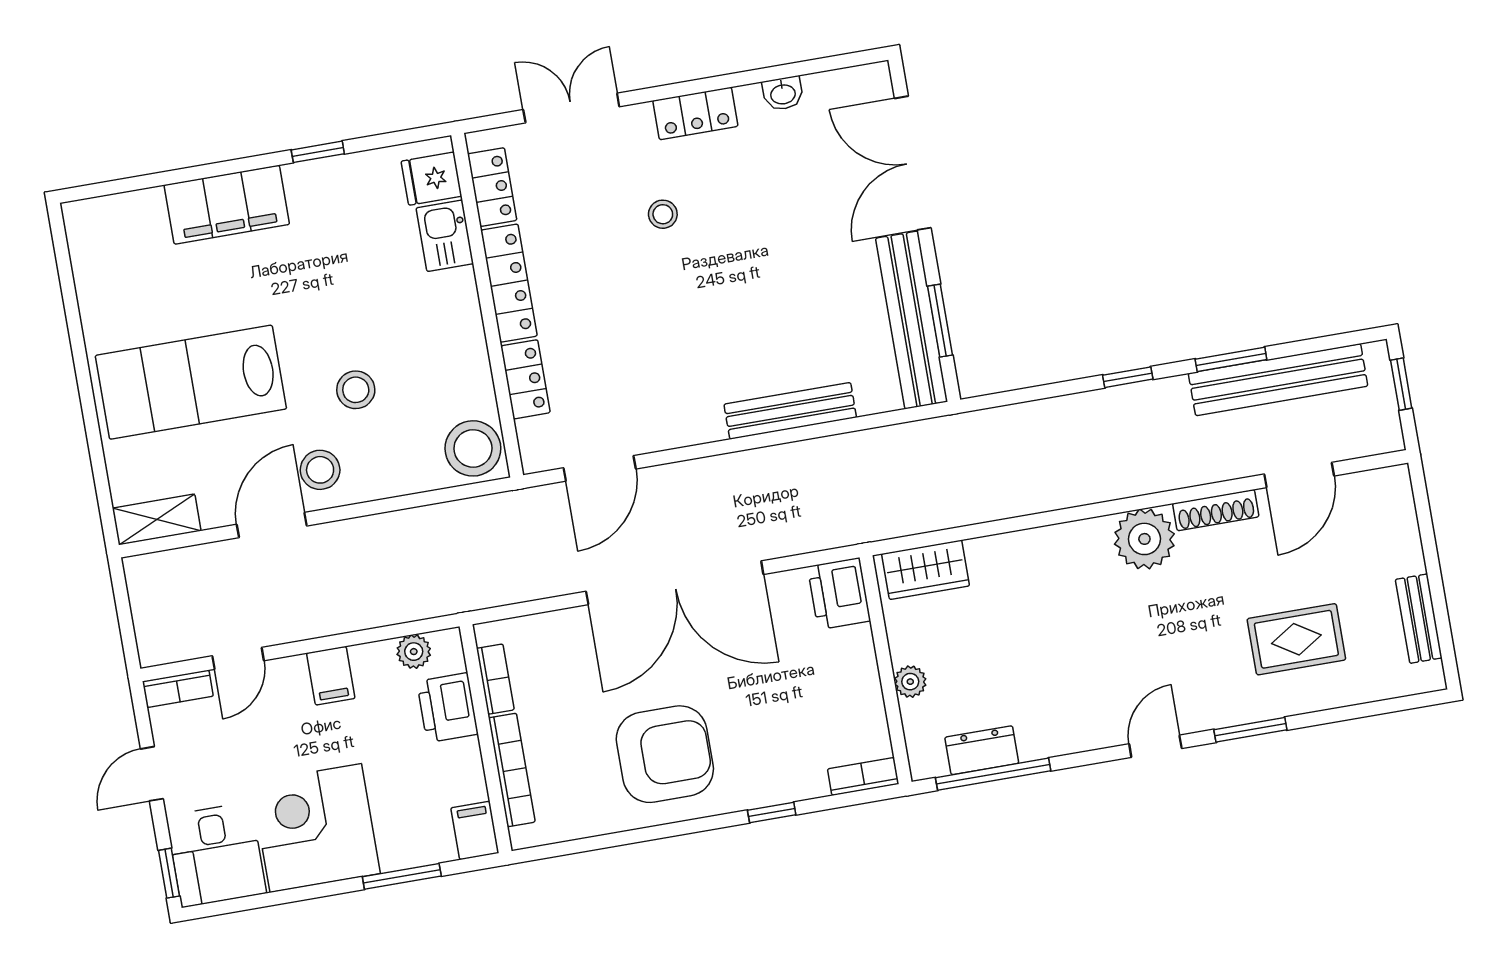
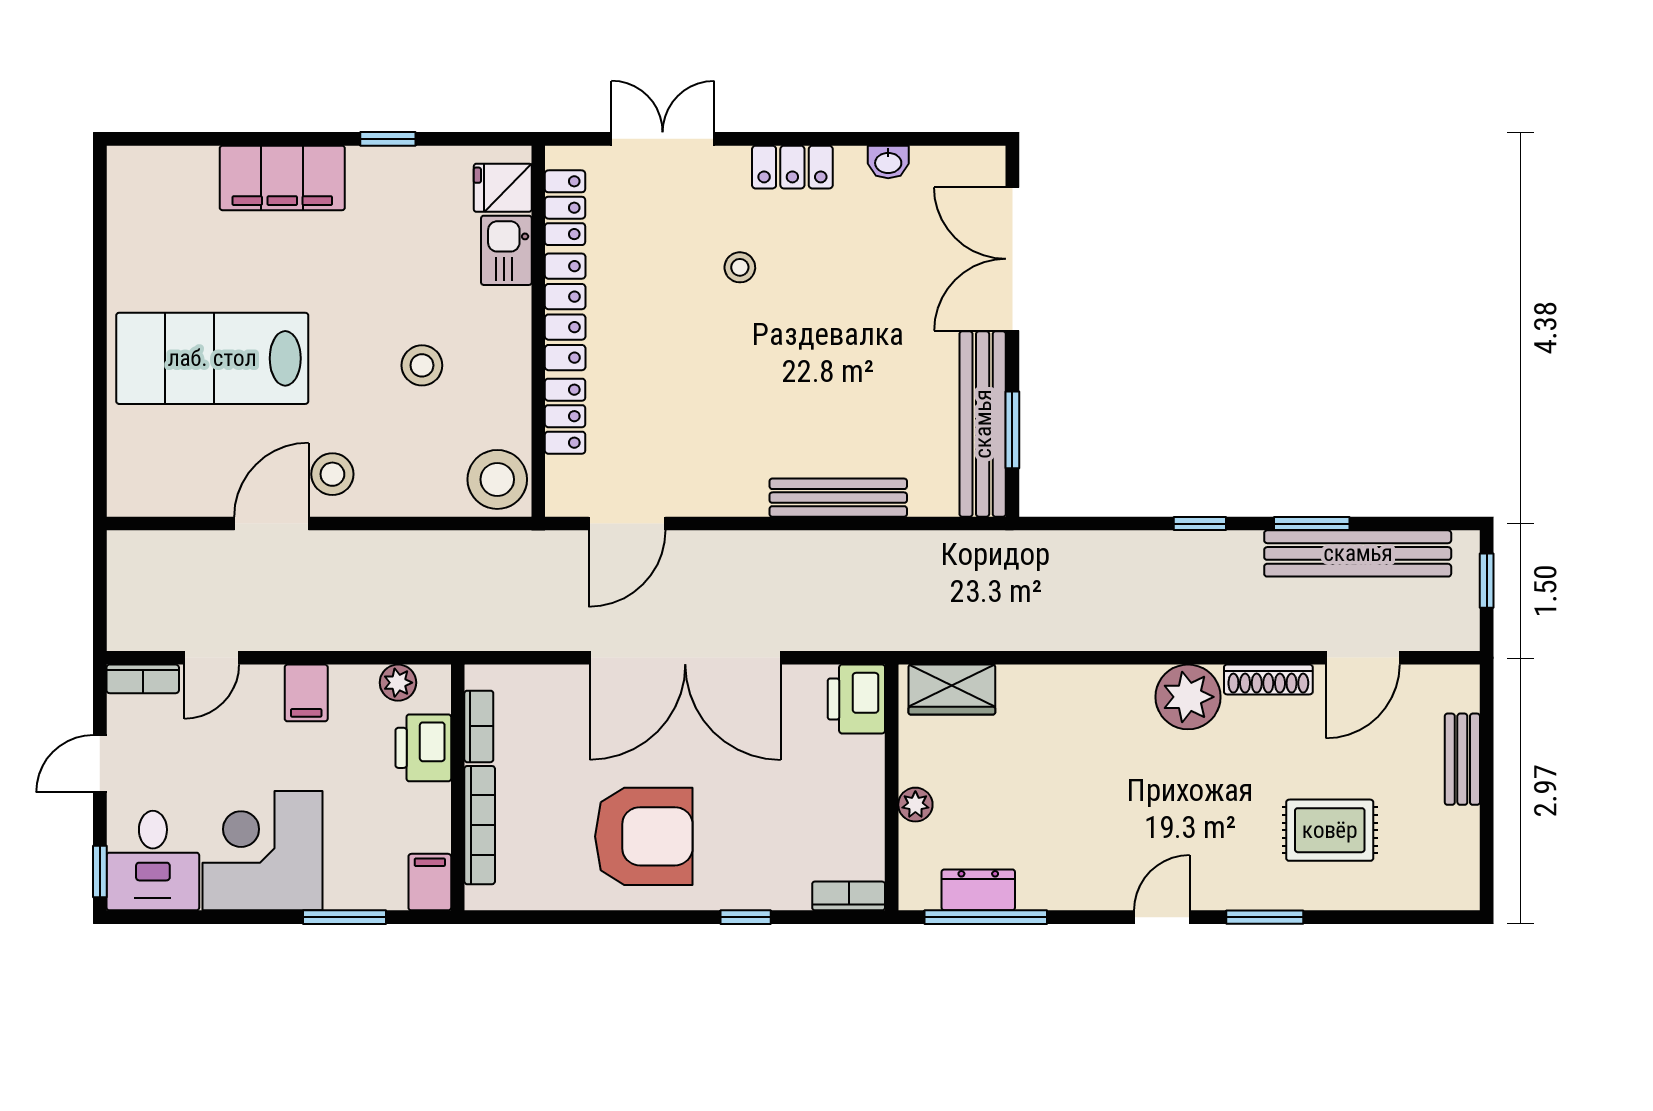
stool: (356, 390) -> (422, 365), moved
shelving: (157, 519) -> (151, 497), removed
bench: (1419, 619) -> (1462, 759), moved

